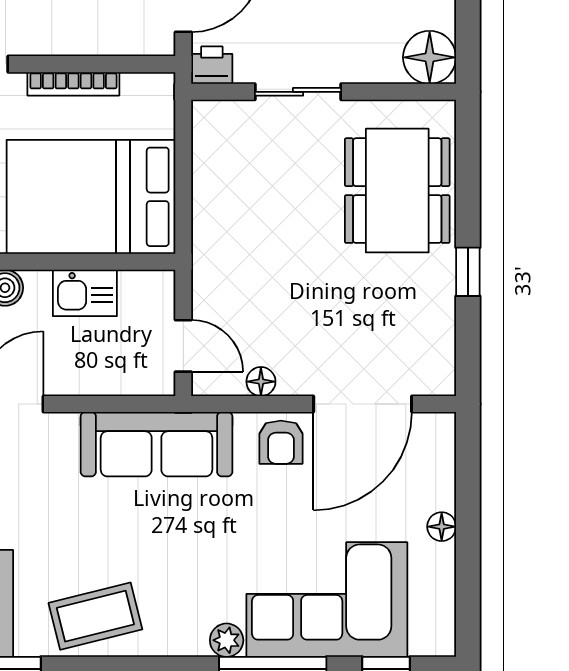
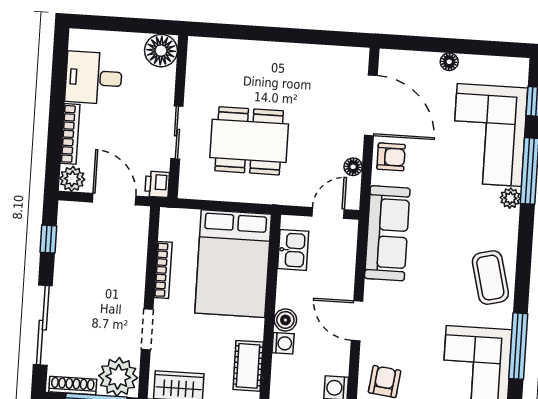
dining table: (397, 191) -> (249, 141), moved
window: (468, 272) -> (294, 36), removed
kitchen sink: (85, 293) -> (293, 250), moved

